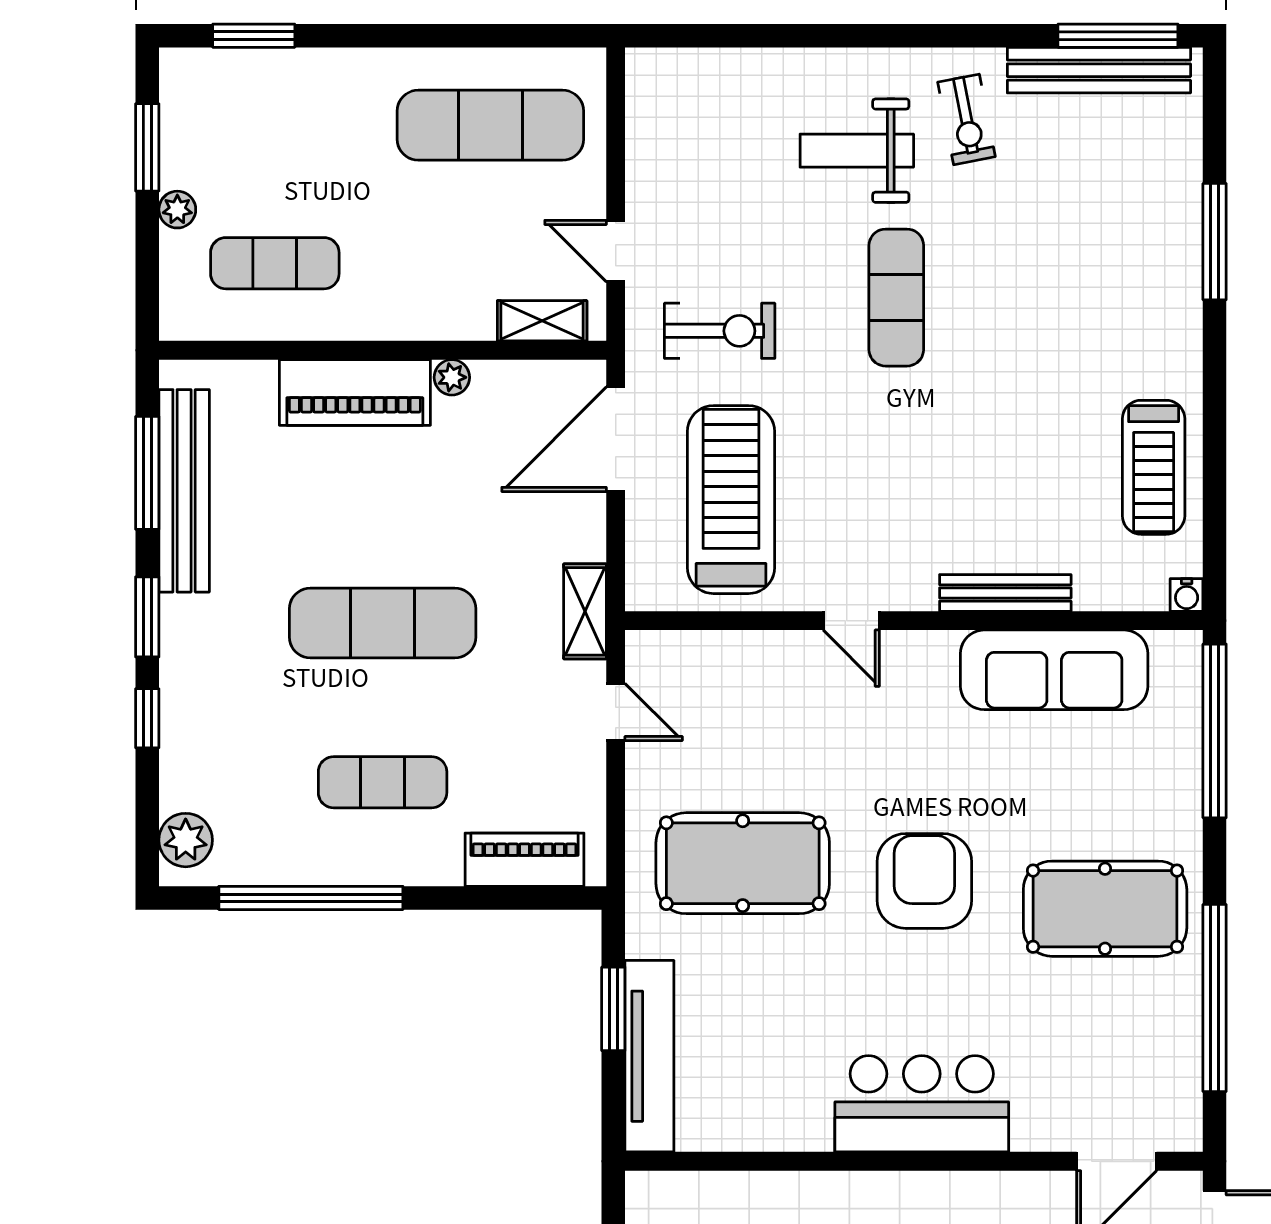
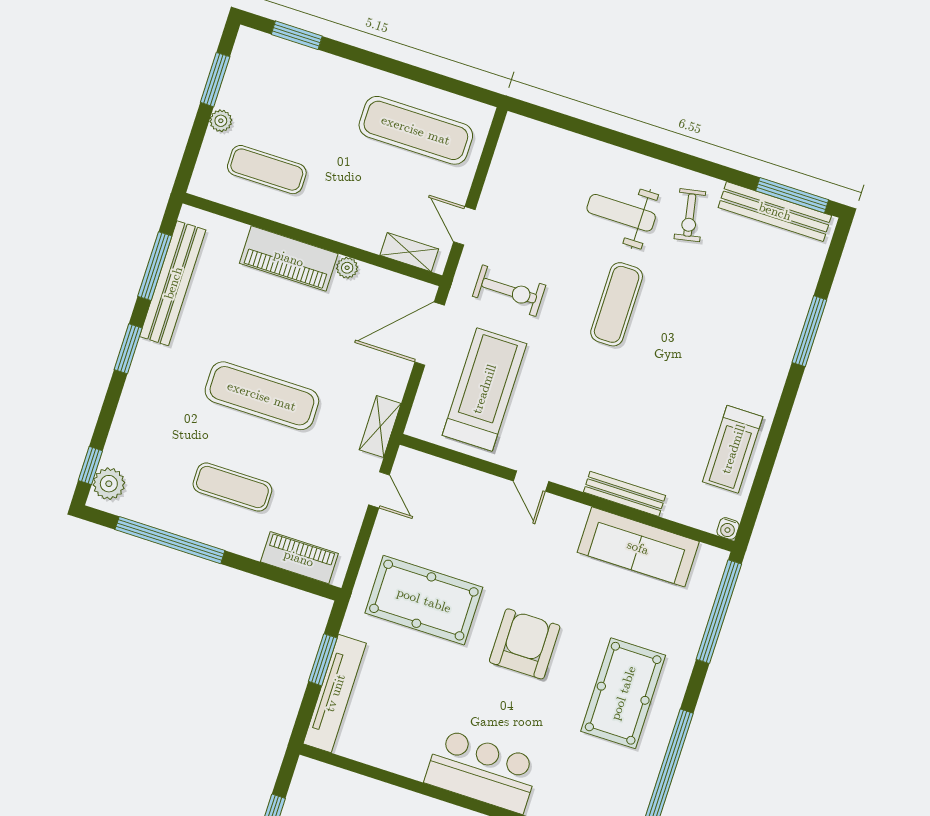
window: (147, 718) -> (90, 466), moved
pool table: (1105, 909) -> (623, 693), turned 90

